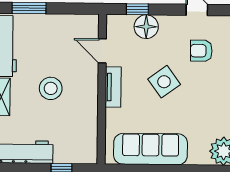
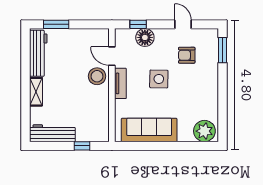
side table: (164, 82) -> (159, 79), turned 37
stool: (51, 88) -> (97, 76), moved

